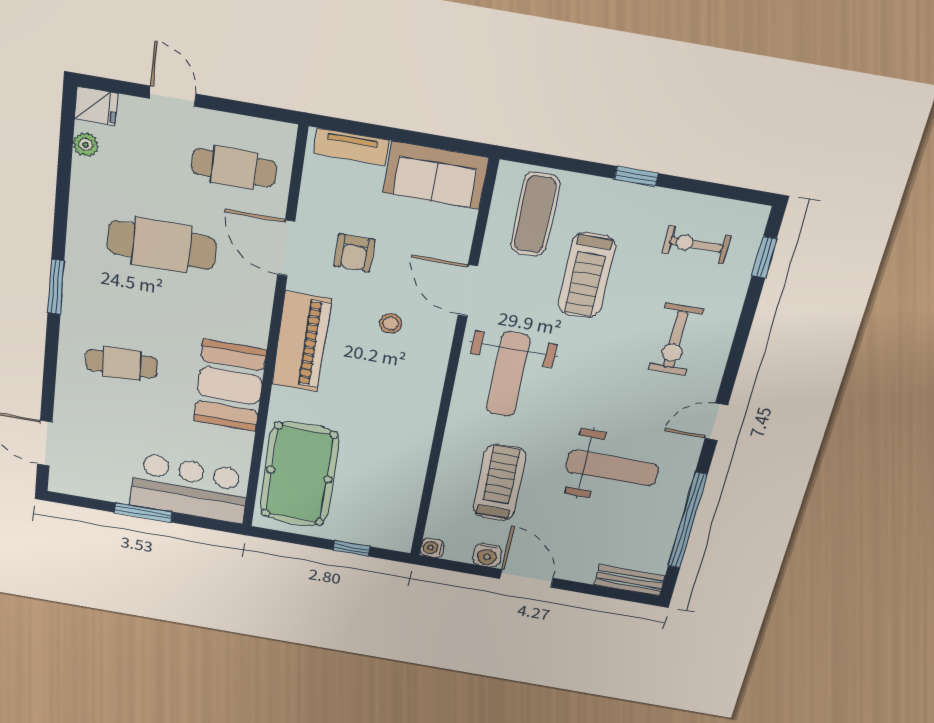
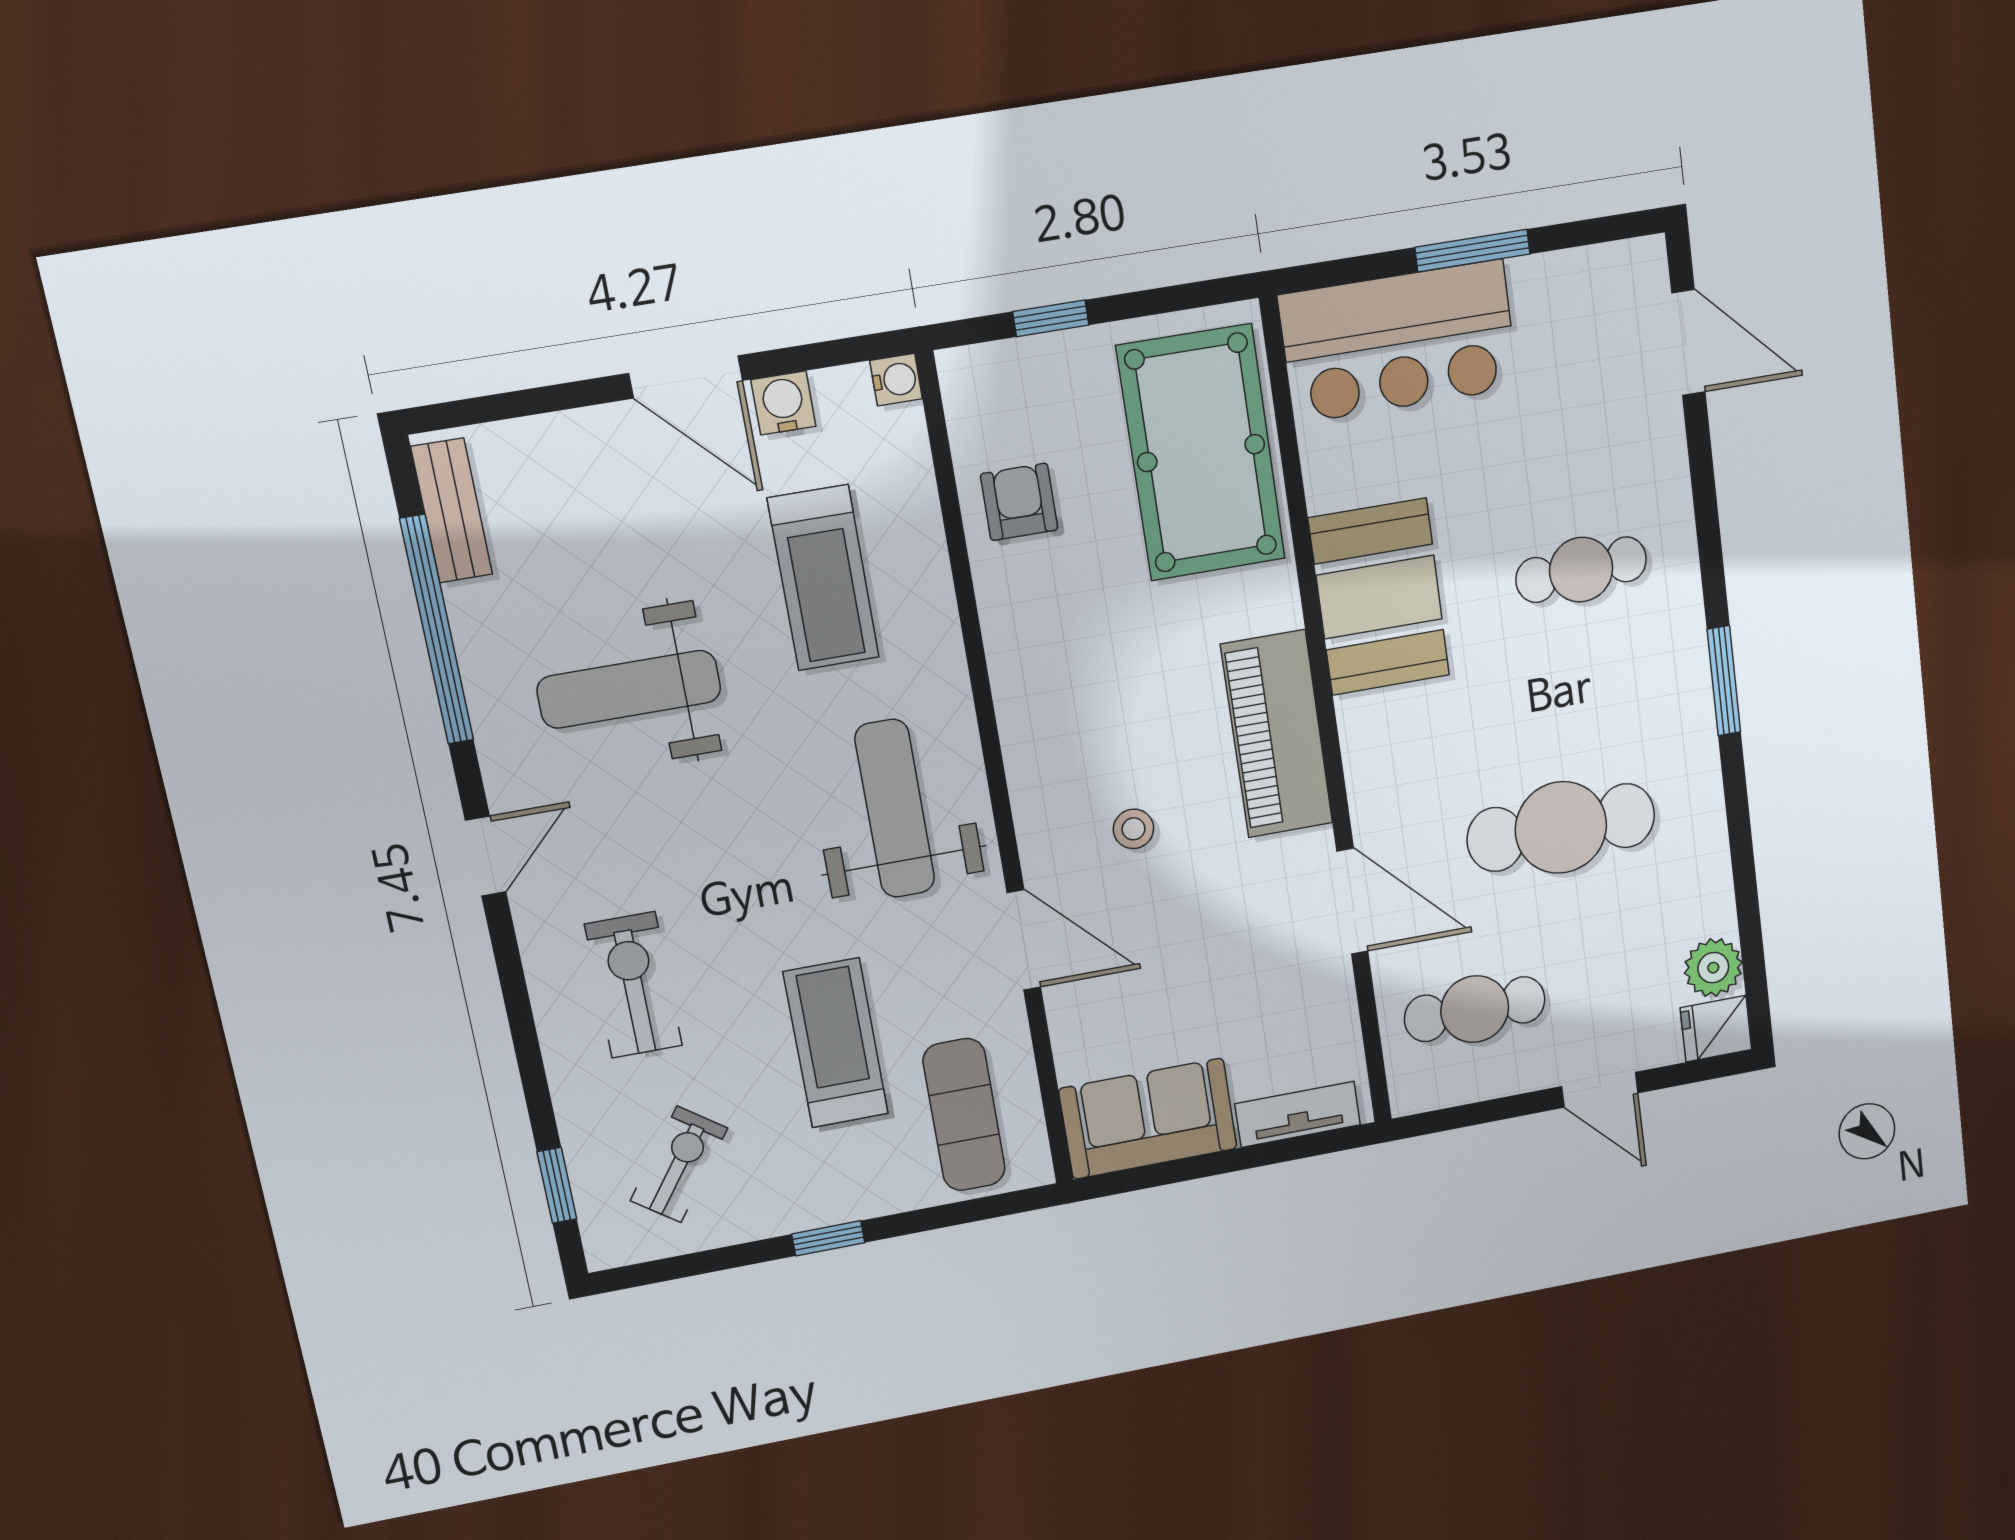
plant: (86, 145) -> (1713, 968), width x1.38, depth x1.38
exercise bike: (696, 244) -> (679, 1164), turned -54
armchair: (354, 253) -> (1019, 502), moved
bench: (630, 580) -> (452, 511), moved, turned 90

